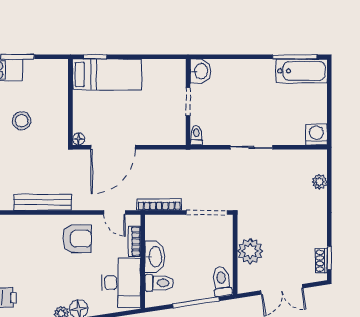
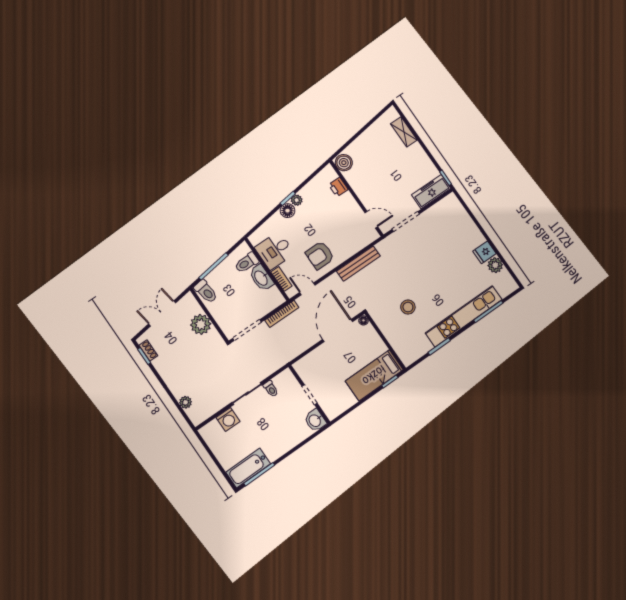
washing machine: (316, 134) -> (228, 419), moved
toilet: (196, 135) -> (271, 389), moved
desk: (121, 283) -> (275, 250), width x0.73

